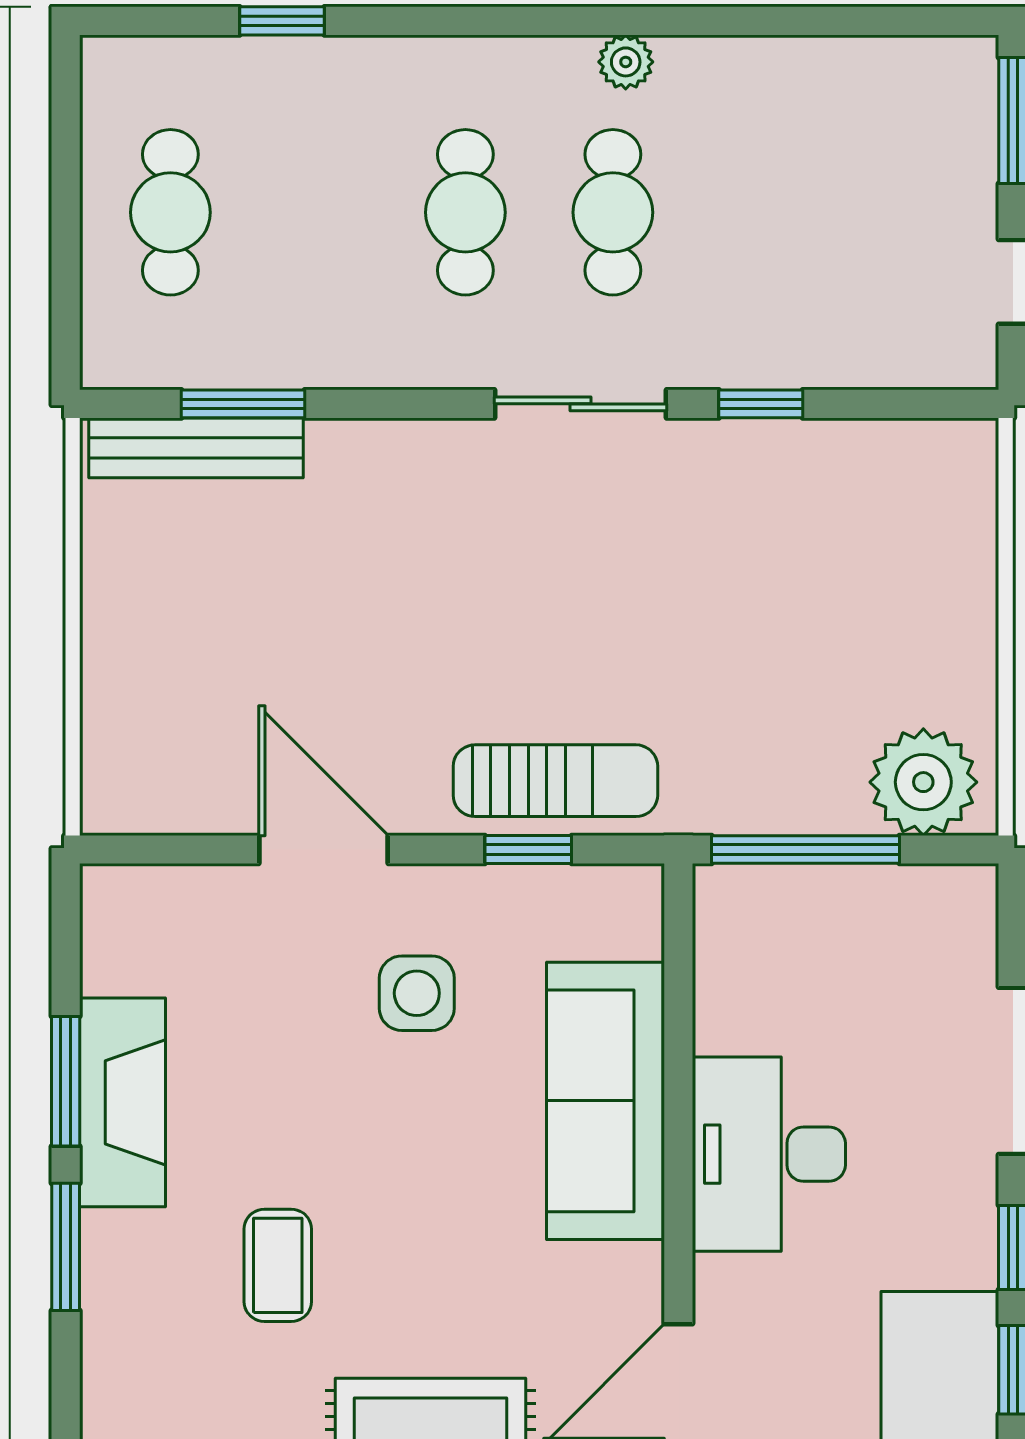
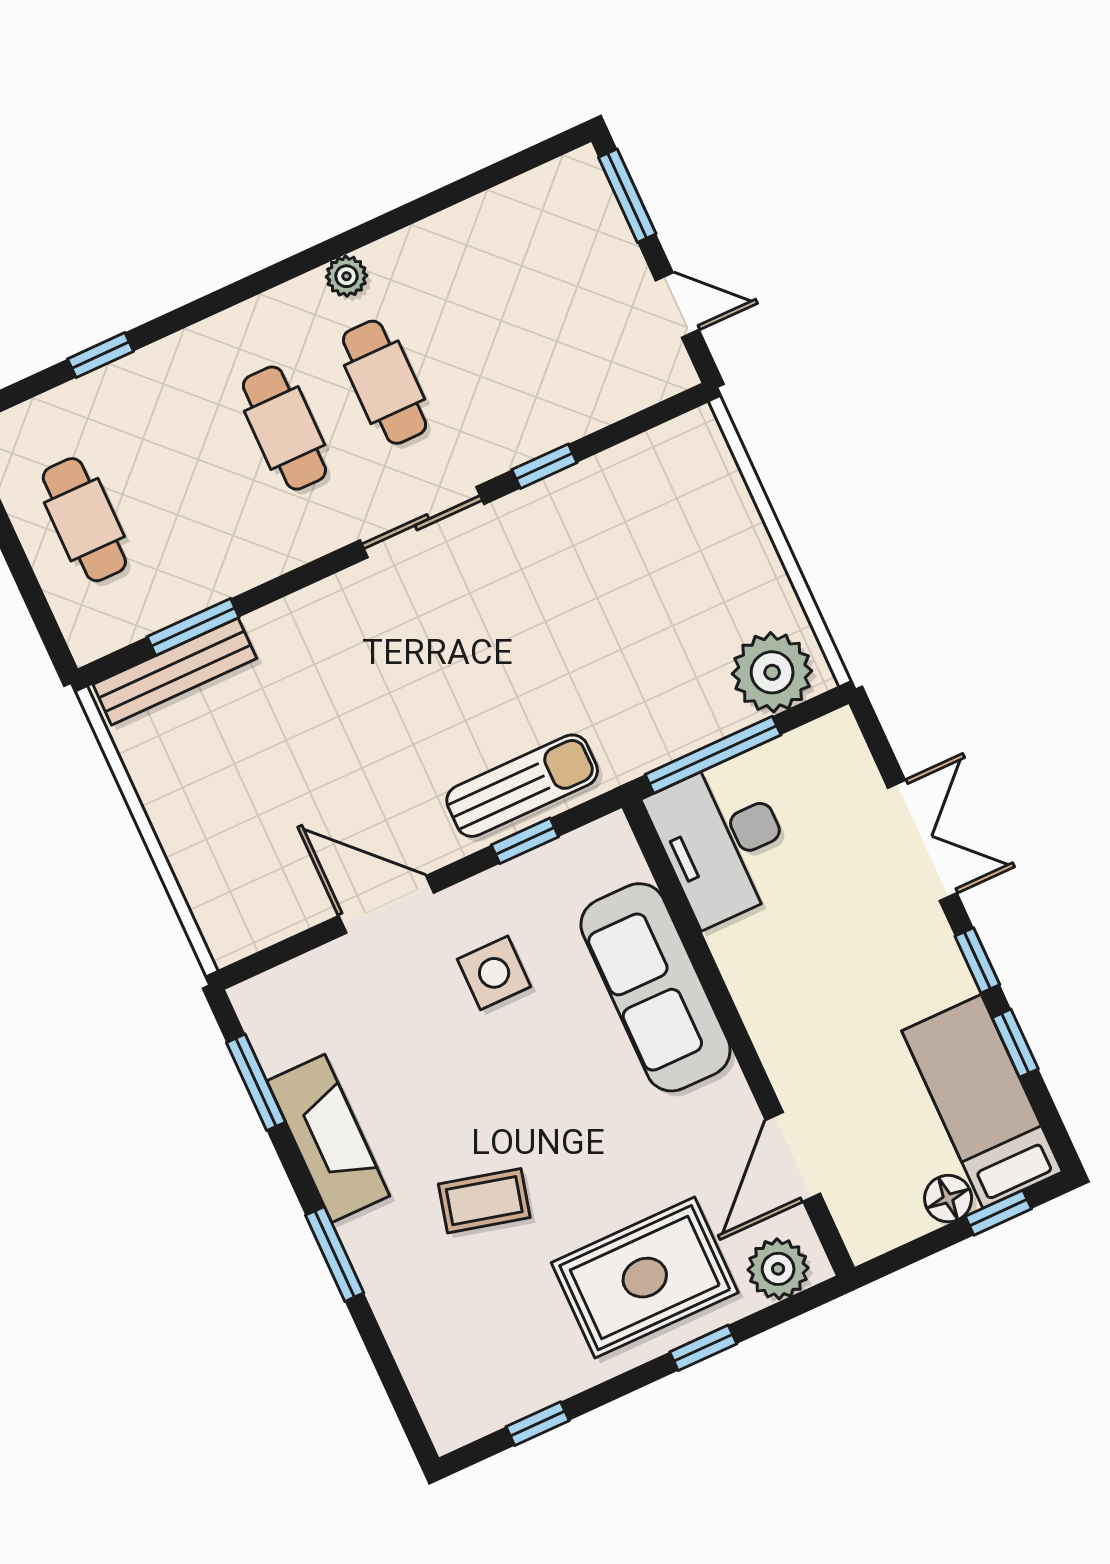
window: (66, 1081) -> (256, 1082), moved
desk: (769, 1154) -> (723, 842), moved
coffee table: (278, 1265) -> (484, 1201), turned -76

